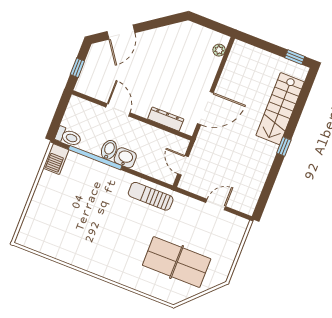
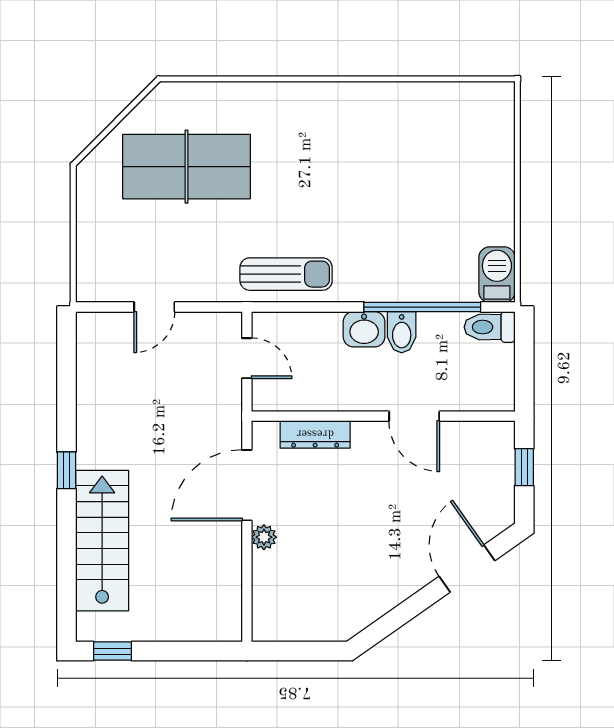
plant: (219, 50) -> (264, 537), moved

